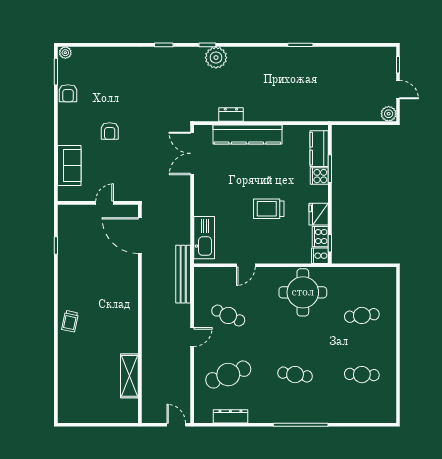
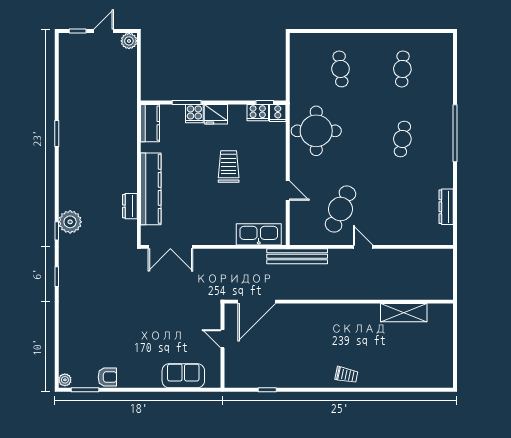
armchair: (110, 131) -> (147, 333), removed
kitchen counter: (319, 149) -> (150, 123), moved, turned -90
trolley: (269, 209) -> (229, 166), turned 180
fridge: (319, 214) -> (216, 114), moved
cafe table: (228, 315) -> (340, 209), width x1.37, depth x1.35
cafe table: (228, 375) -> (402, 209), removed
door: (176, 425) -> (455, 263), removed

